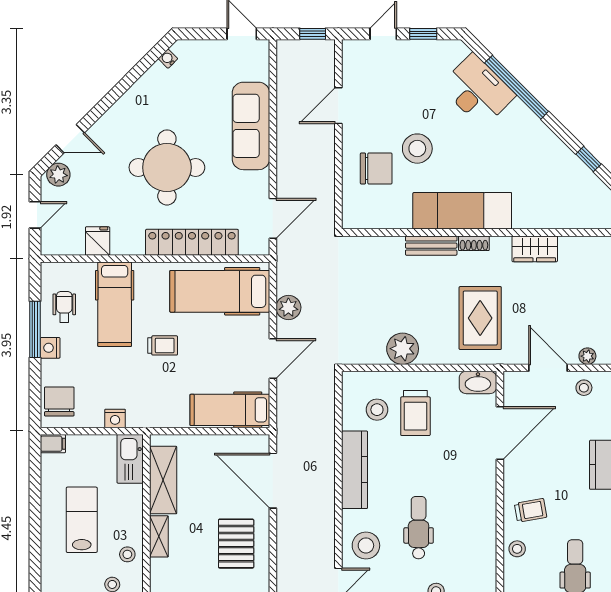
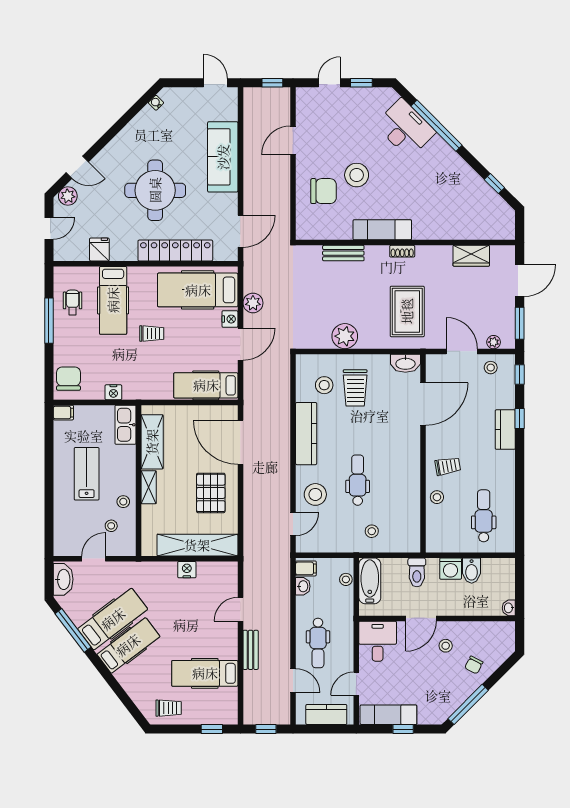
exam couch: (462, 211) -> (382, 230), width x0.73, depth x0.69
bench: (431, 246) -> (343, 253), moved
wardrobe: (535, 249) -> (471, 256), moved
nightstand: (50, 348) -> (230, 319), moved, turned 180

